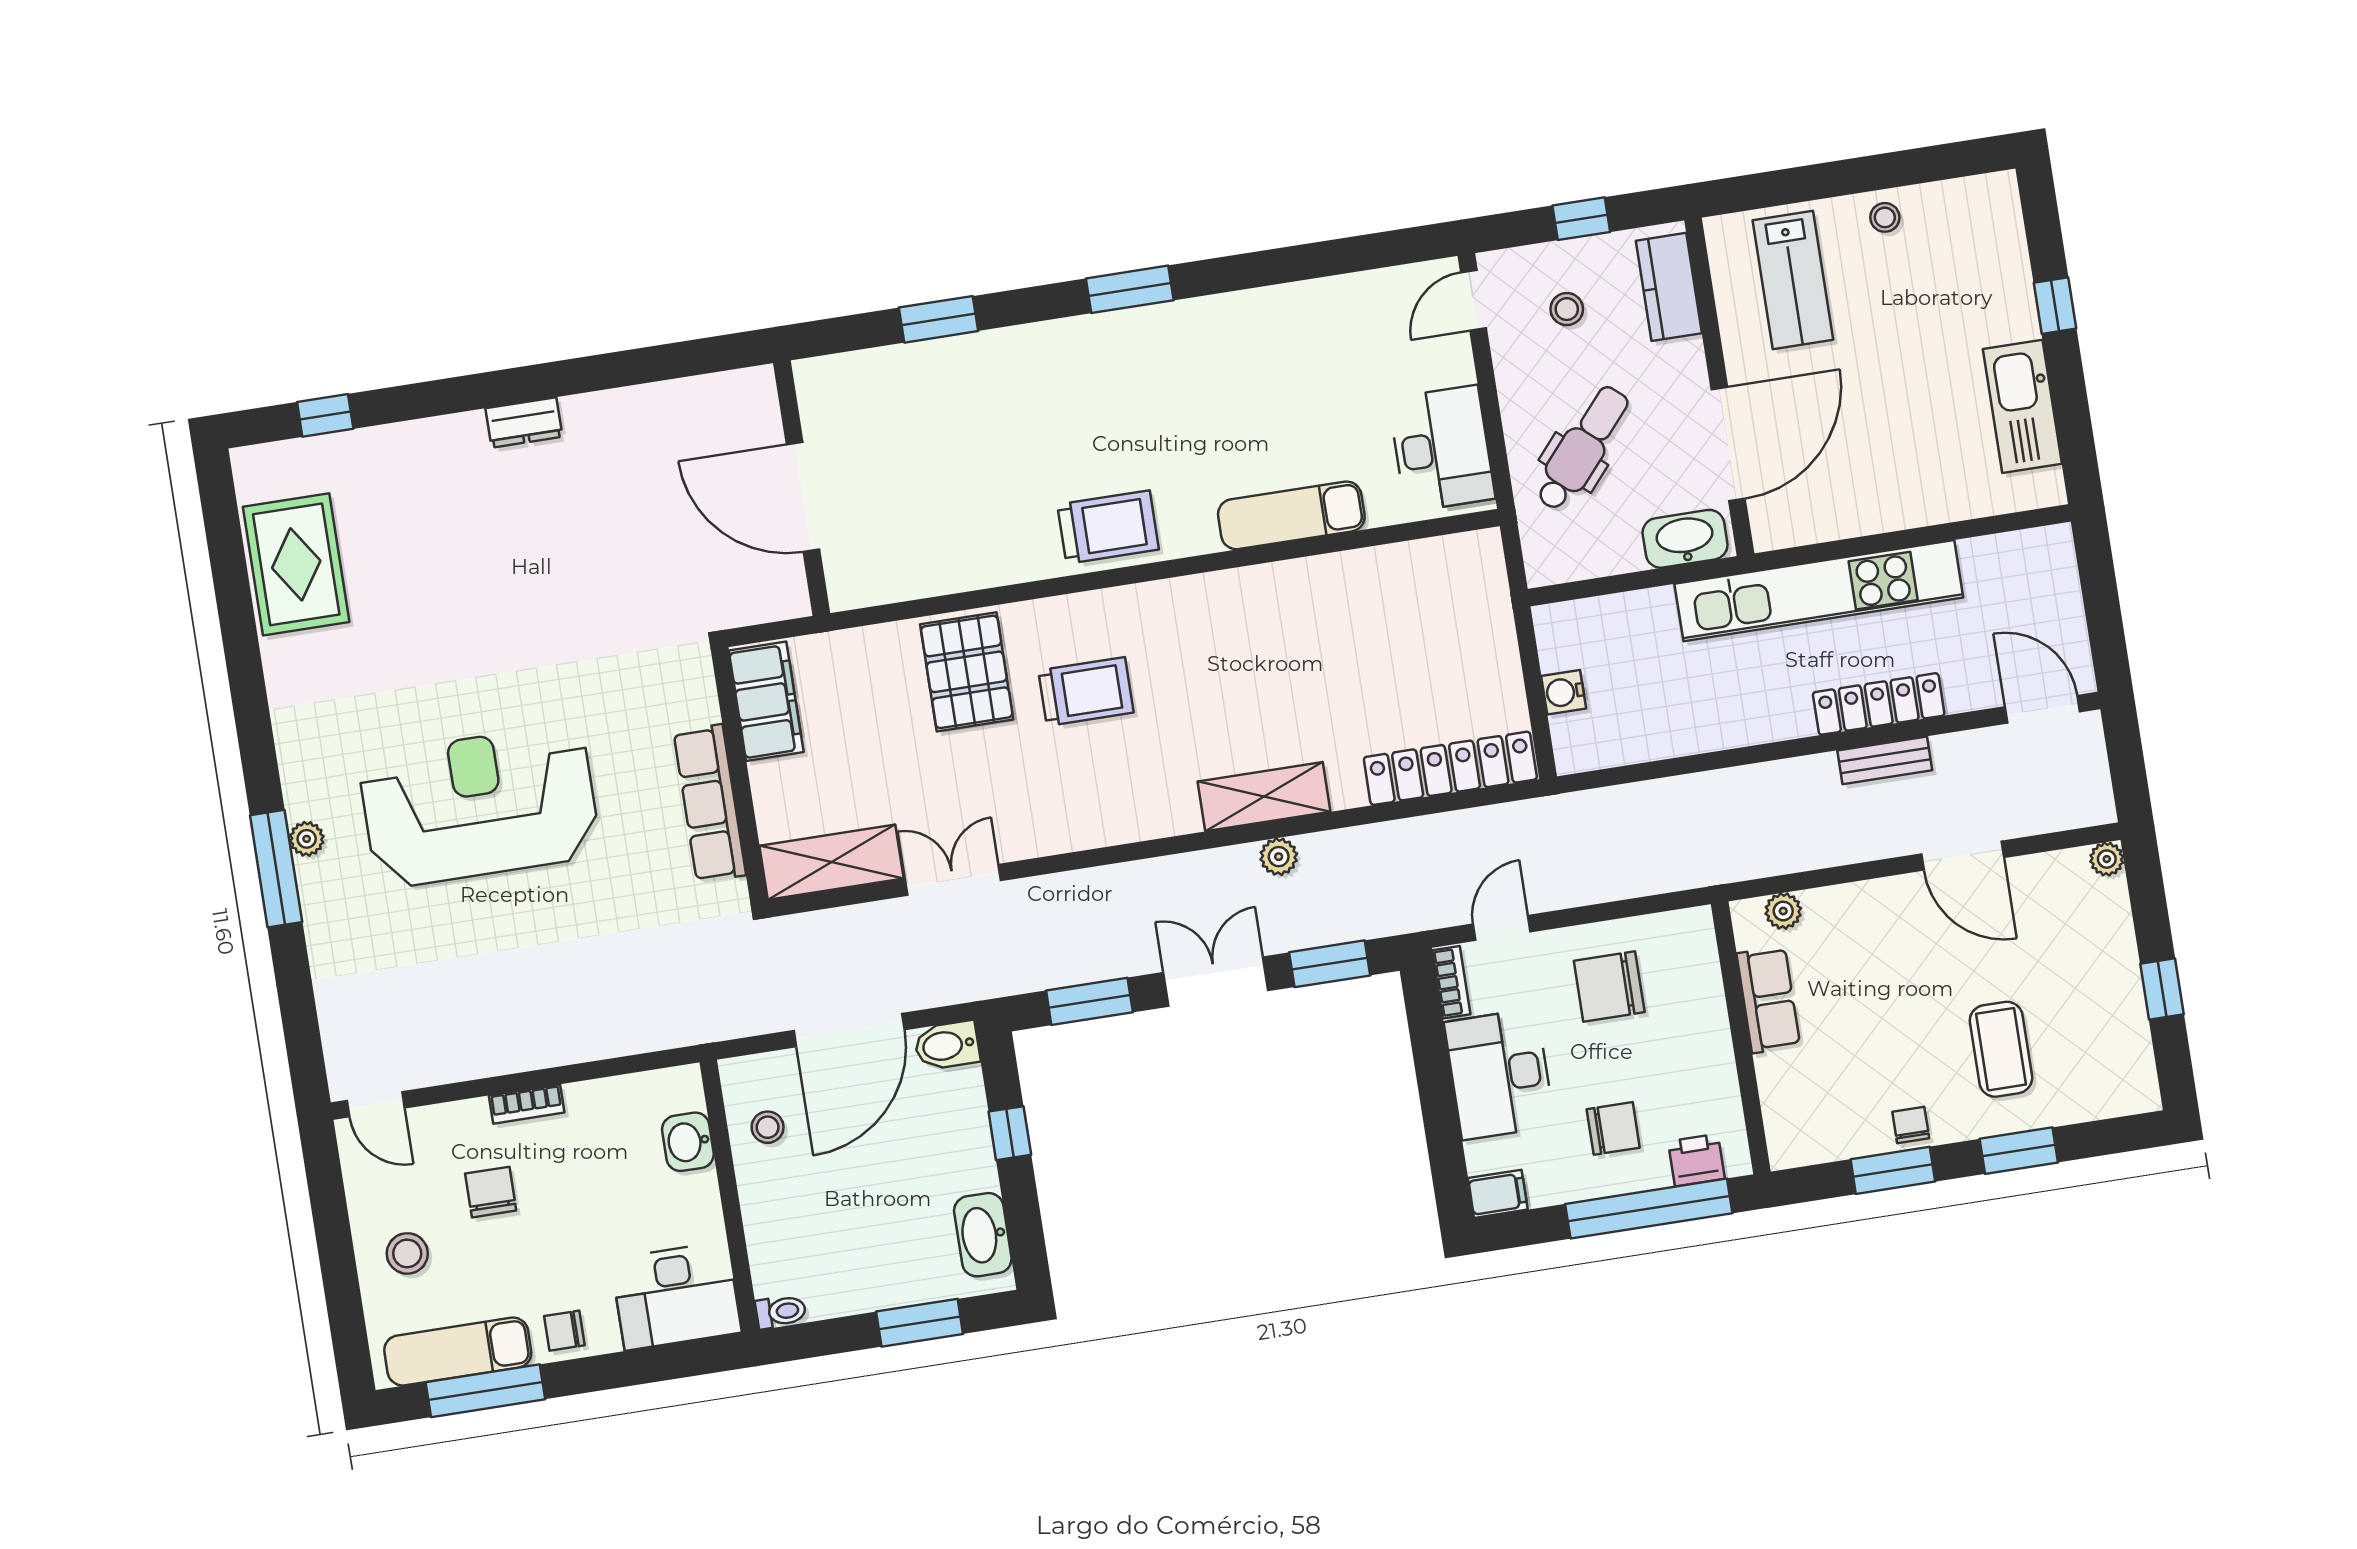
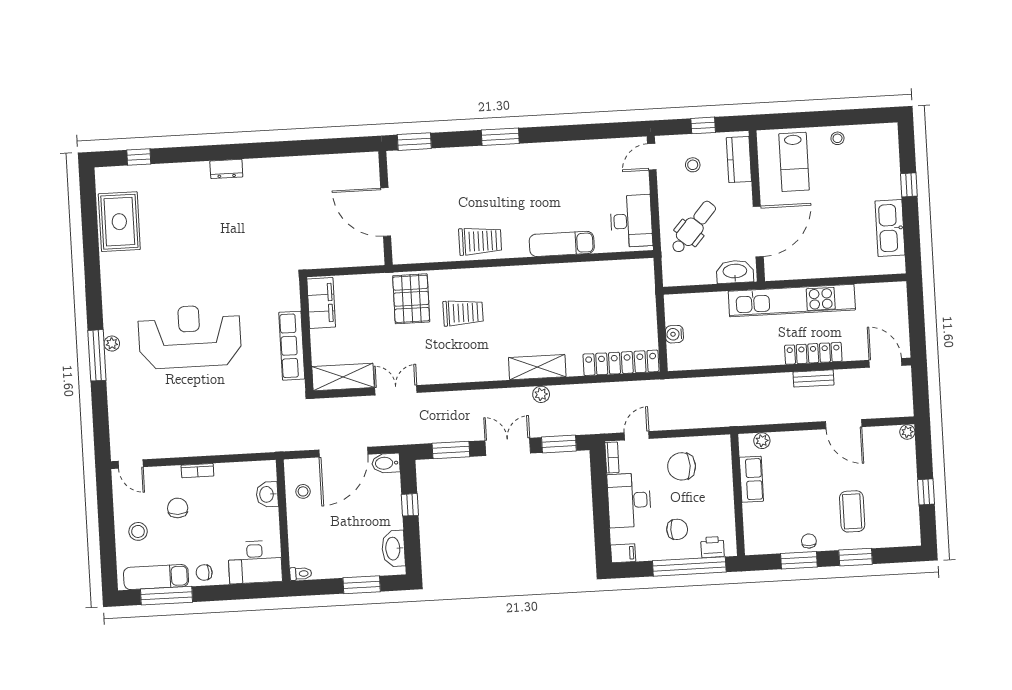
wall: (802, 488) -> (385, 208), moved
door: (803, 497) -> (386, 212), moved

